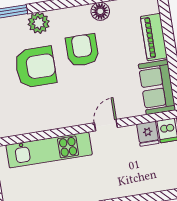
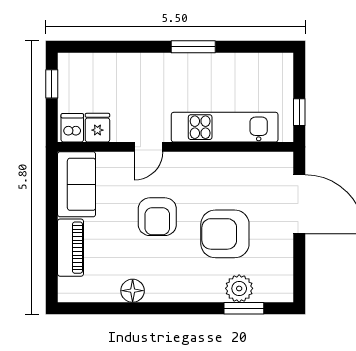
plant: (39, 23) -> (239, 288), moved
armchair: (82, 50) -> (157, 217), moved

